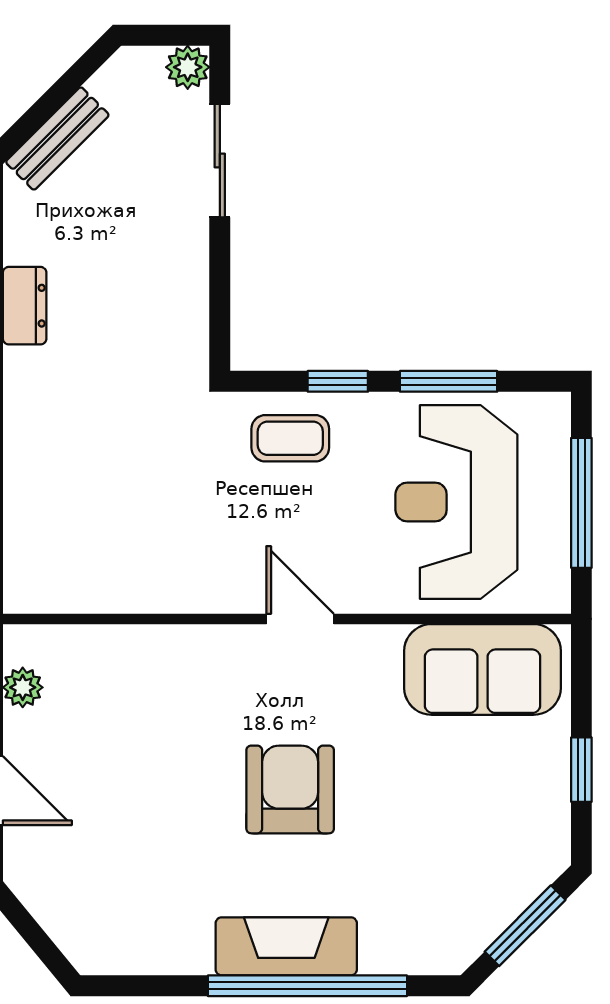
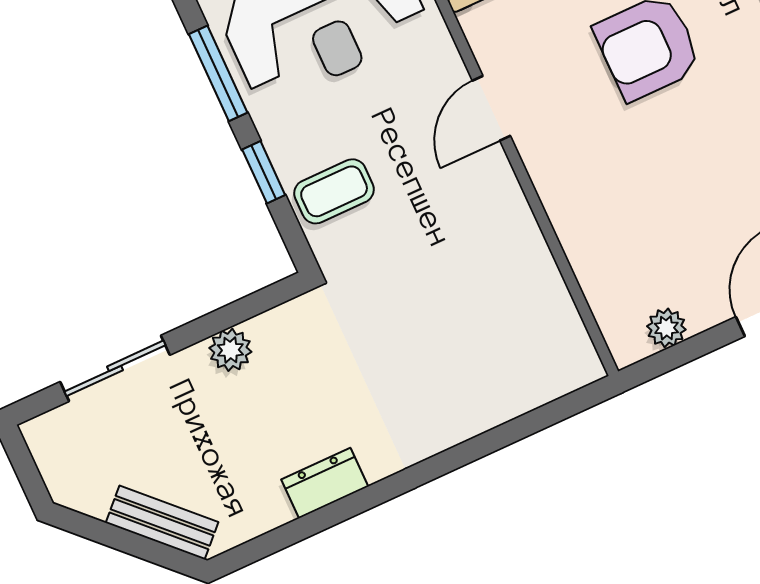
plant: (188, 67) -> (230, 350), moved
coffee table: (290, 438) -> (334, 191), turned 90

